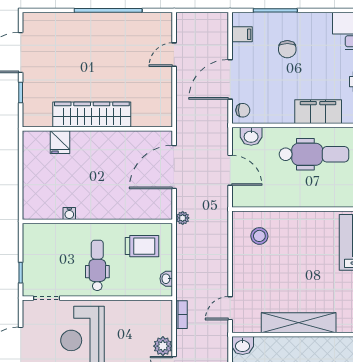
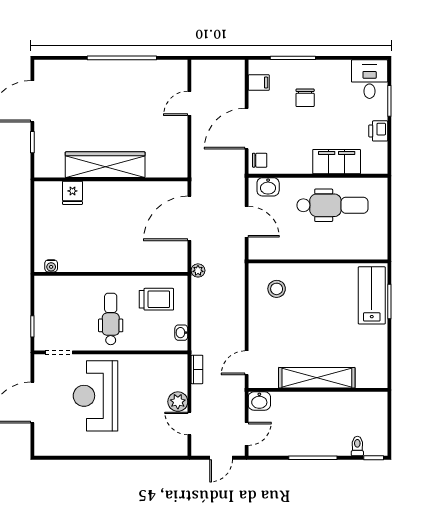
water cooler: (69, 213) -> (51, 266), moved

